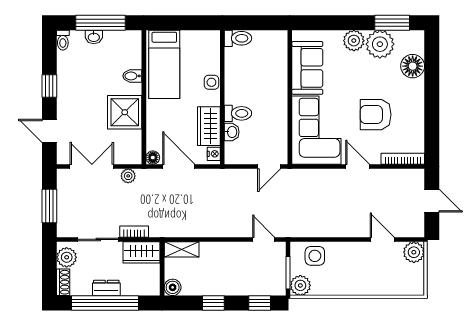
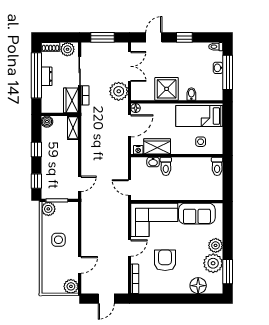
side table: (211, 82) -> (201, 142), moved
plant: (128, 176) -> (119, 91), width x1.88, depth x1.88
side table: (315, 256) -> (58, 240), moved

